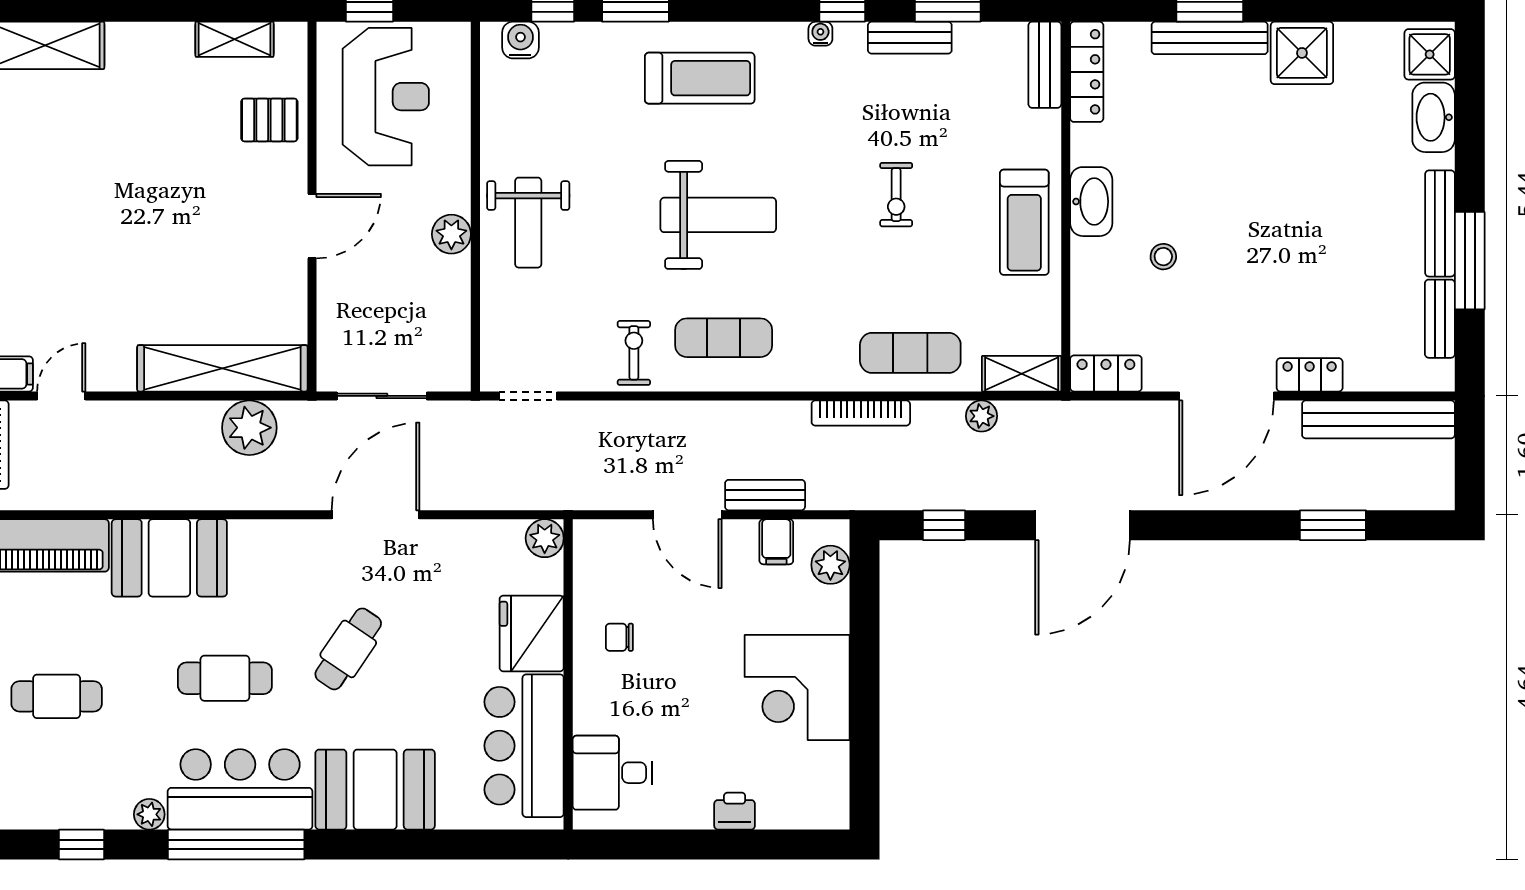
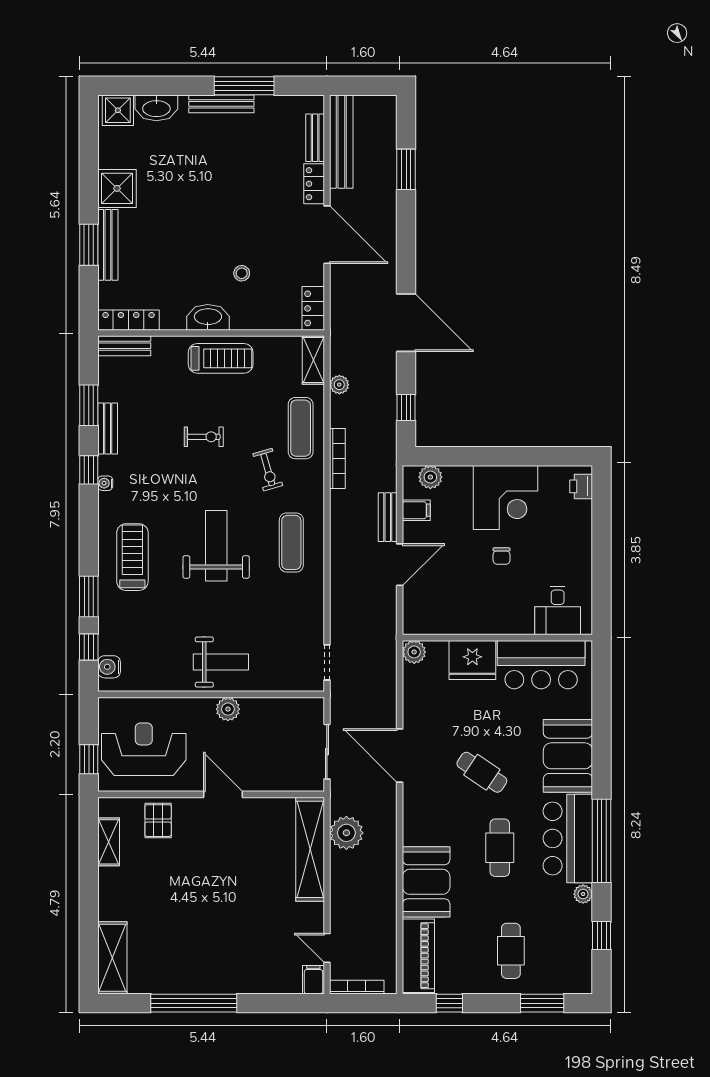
bench: (1440, 319) -> (315, 138), moved, turned 90
exercise bike: (634, 353) -> (268, 470), moved, turned -106
chair: (619, 637) -> (502, 556), moved
printer: (735, 811) -> (581, 486), moved

